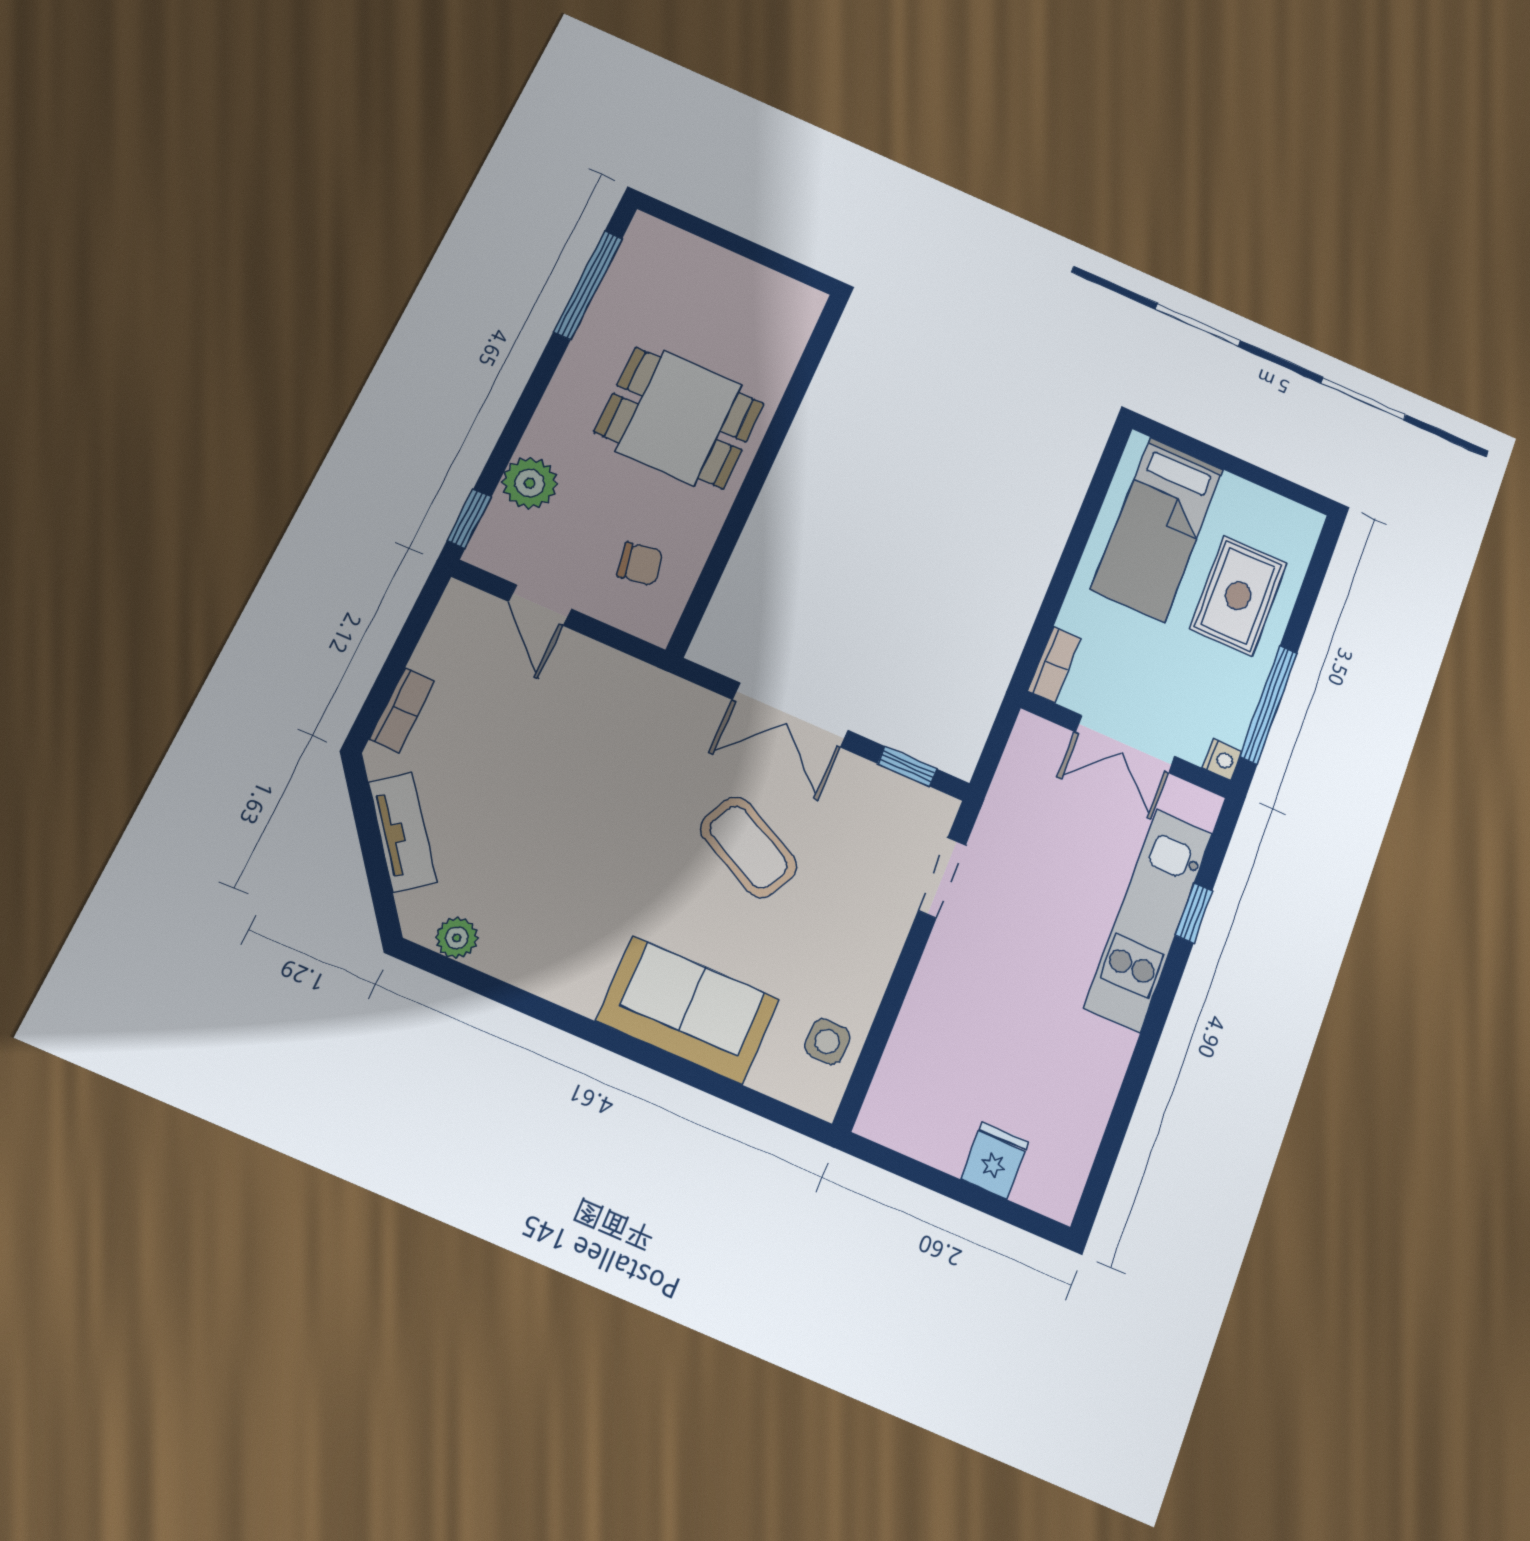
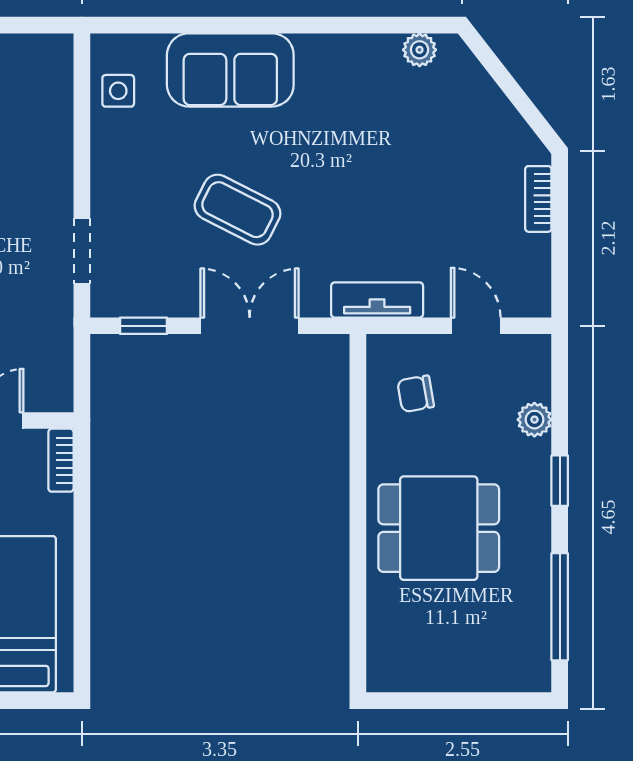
plant: (530, 483) -> (534, 420), width x0.73, depth x0.73
window: (469, 519) -> (560, 481), moved
tv unit: (403, 832) -> (377, 300), moved, turned 128

